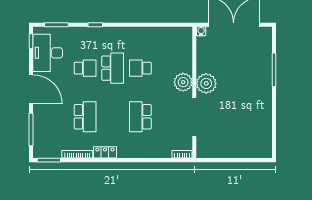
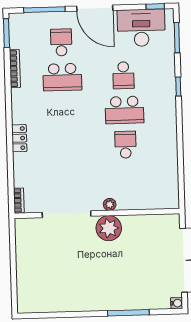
water cooler: (201, 31) -> (177, 303), moved
plant: (183, 82) -> (110, 204), width x0.53, depth x0.53
door: (31, 89) -> (95, 8), hinge flipped
school desk: (140, 117) -> (61, 42), moved, width x0.54
locker: (105, 152) -> (19, 138), moved

